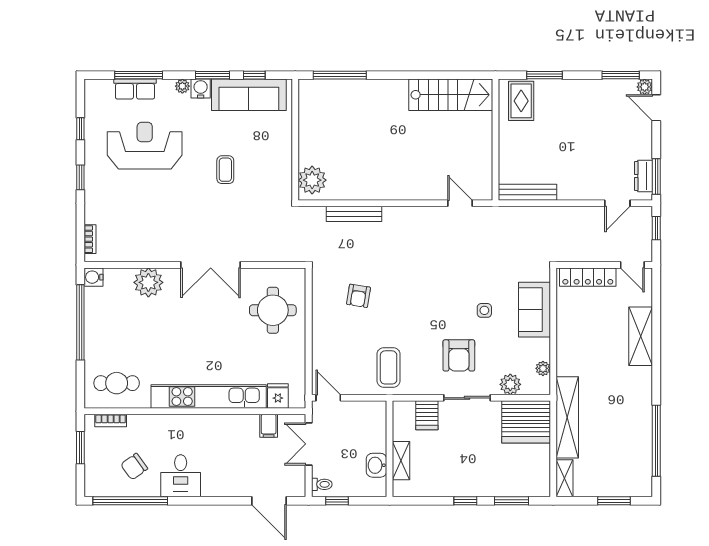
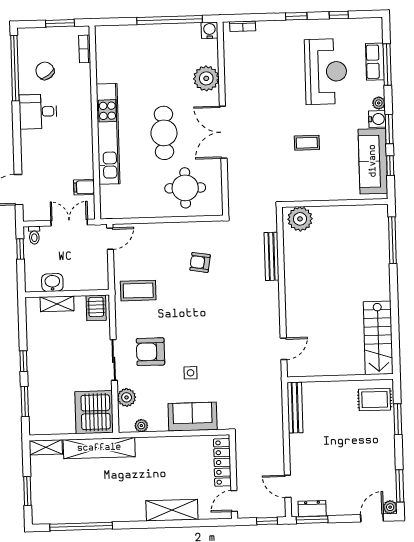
cafe table: (117, 383) -> (164, 133), moved, width x1.37, depth x1.35
fridge: (278, 396) -> (110, 195), removed
server rack: (427, 415) -> (96, 308), moved, turned -90

